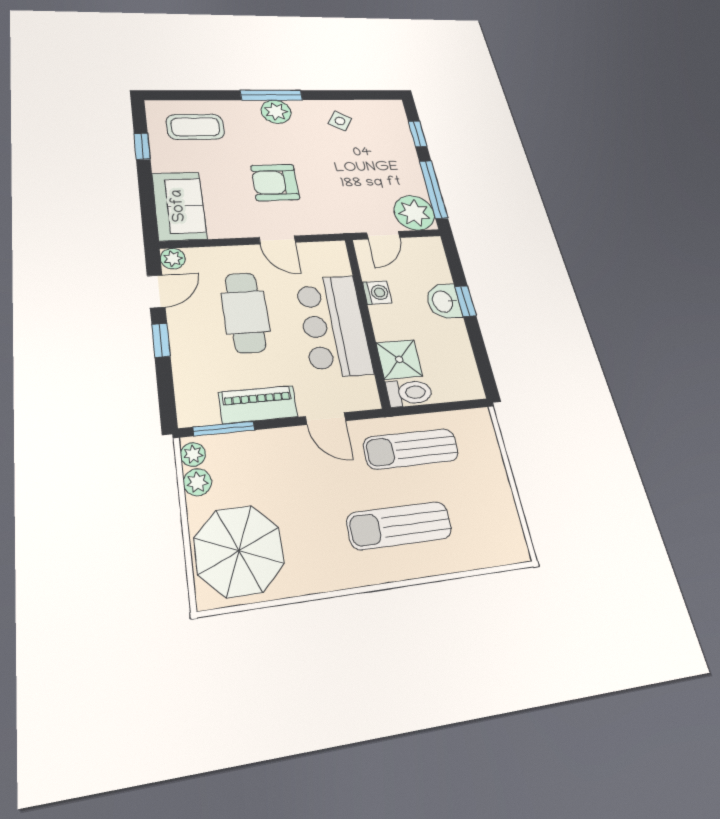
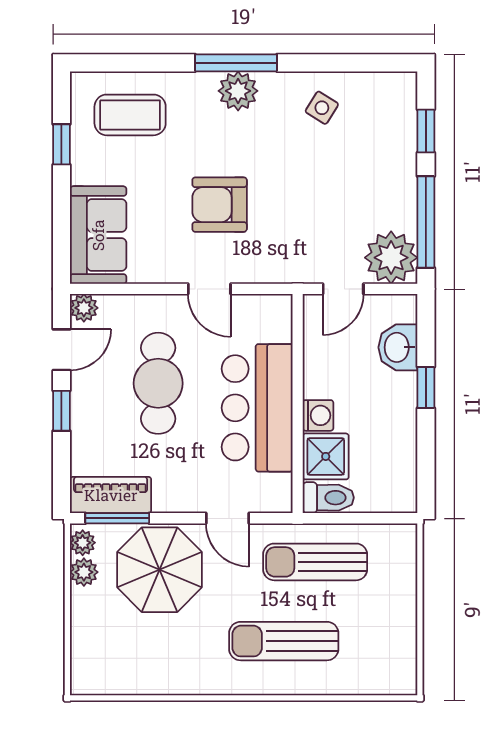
washing machine: (377, 293) -> (318, 415), moved
washbasin: (443, 301) -> (398, 347), moved
piano: (258, 404) -> (111, 495), moved
parasol: (239, 551) -> (160, 570), moved

